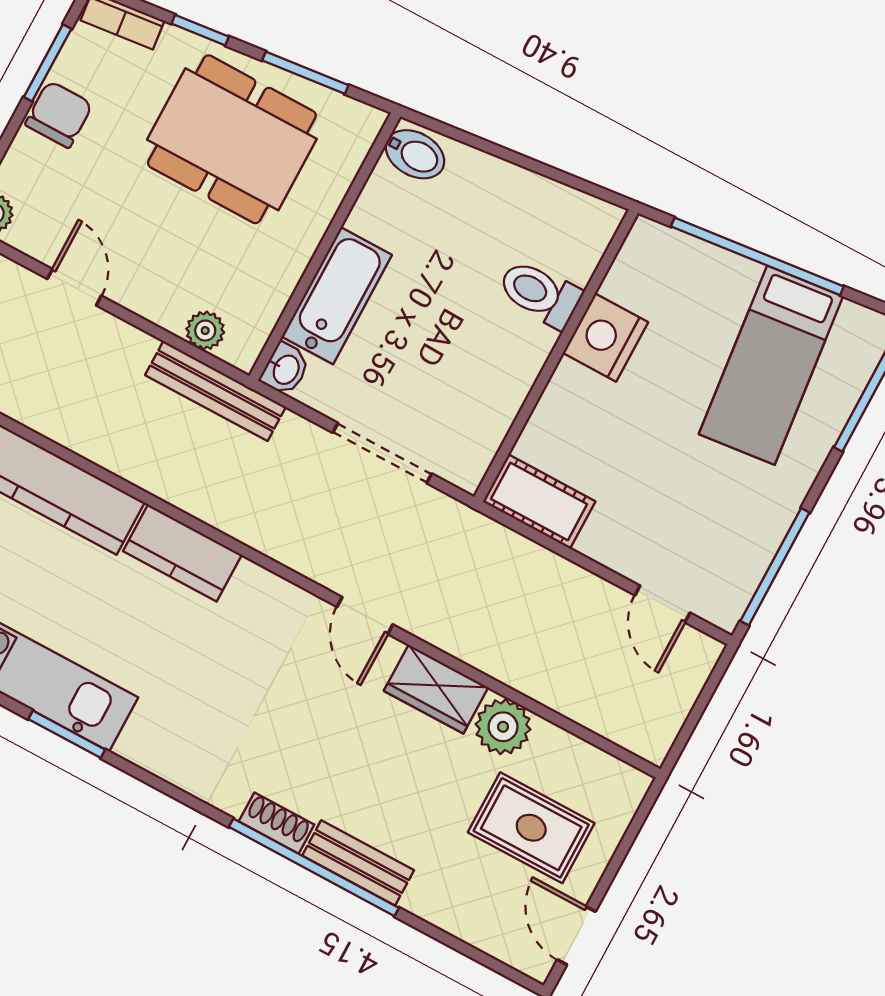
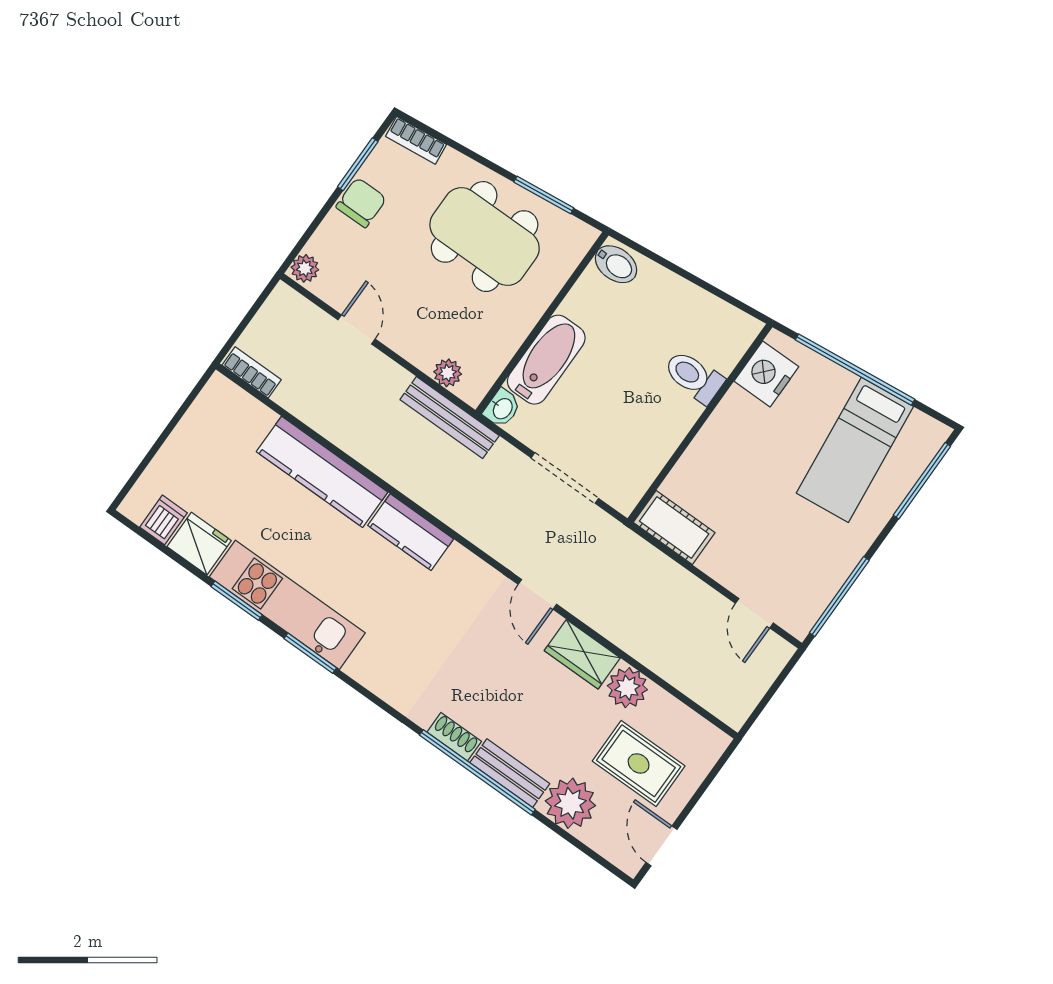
window: (200, 30) -> (472, 154), removed
nightstand: (605, 338) -> (766, 374), moved
plant: (445, 893) -> (570, 803), added

